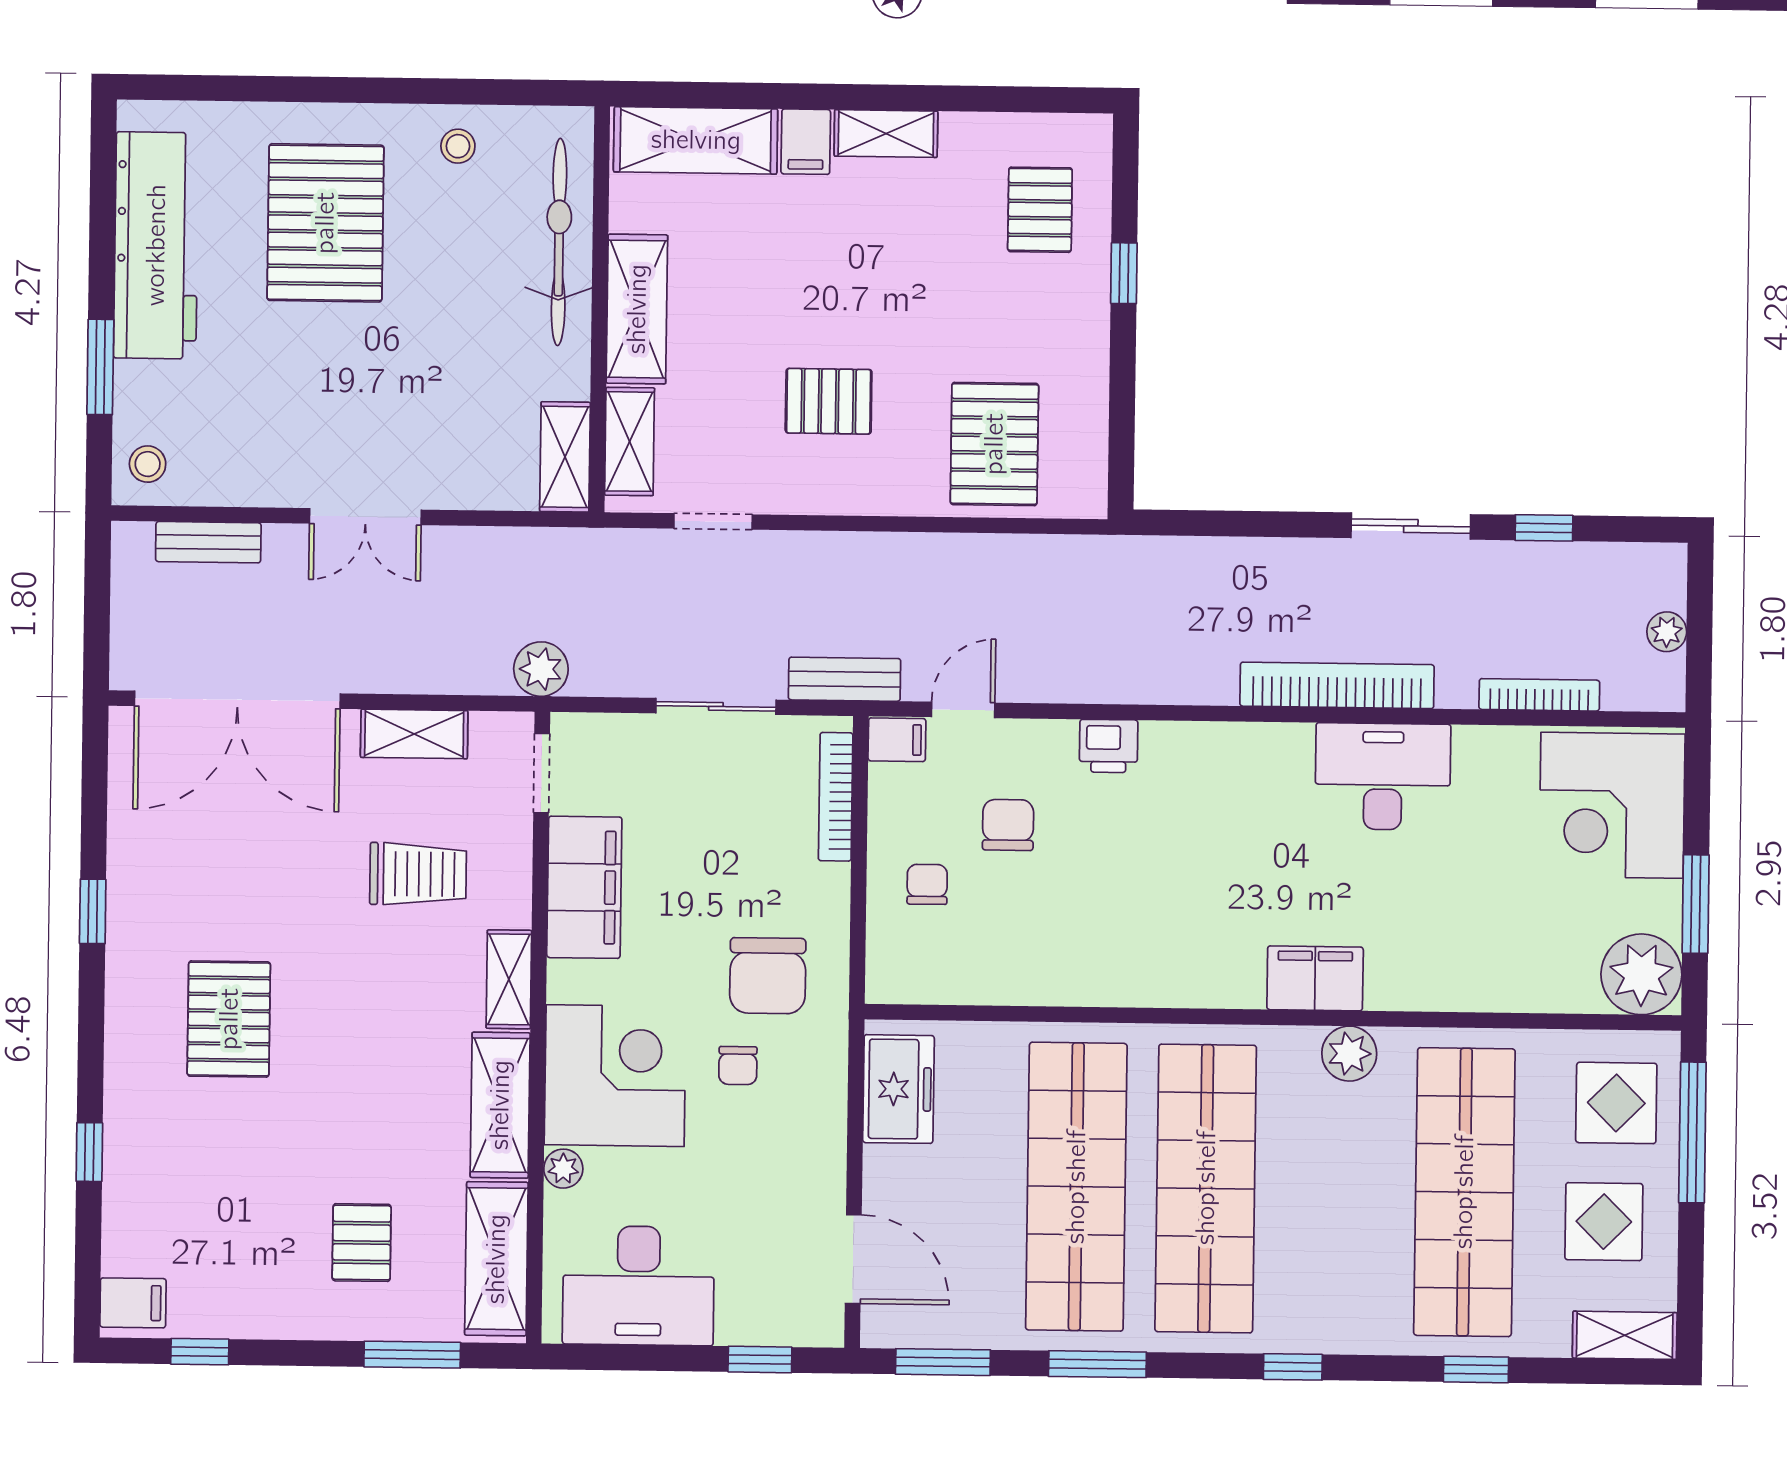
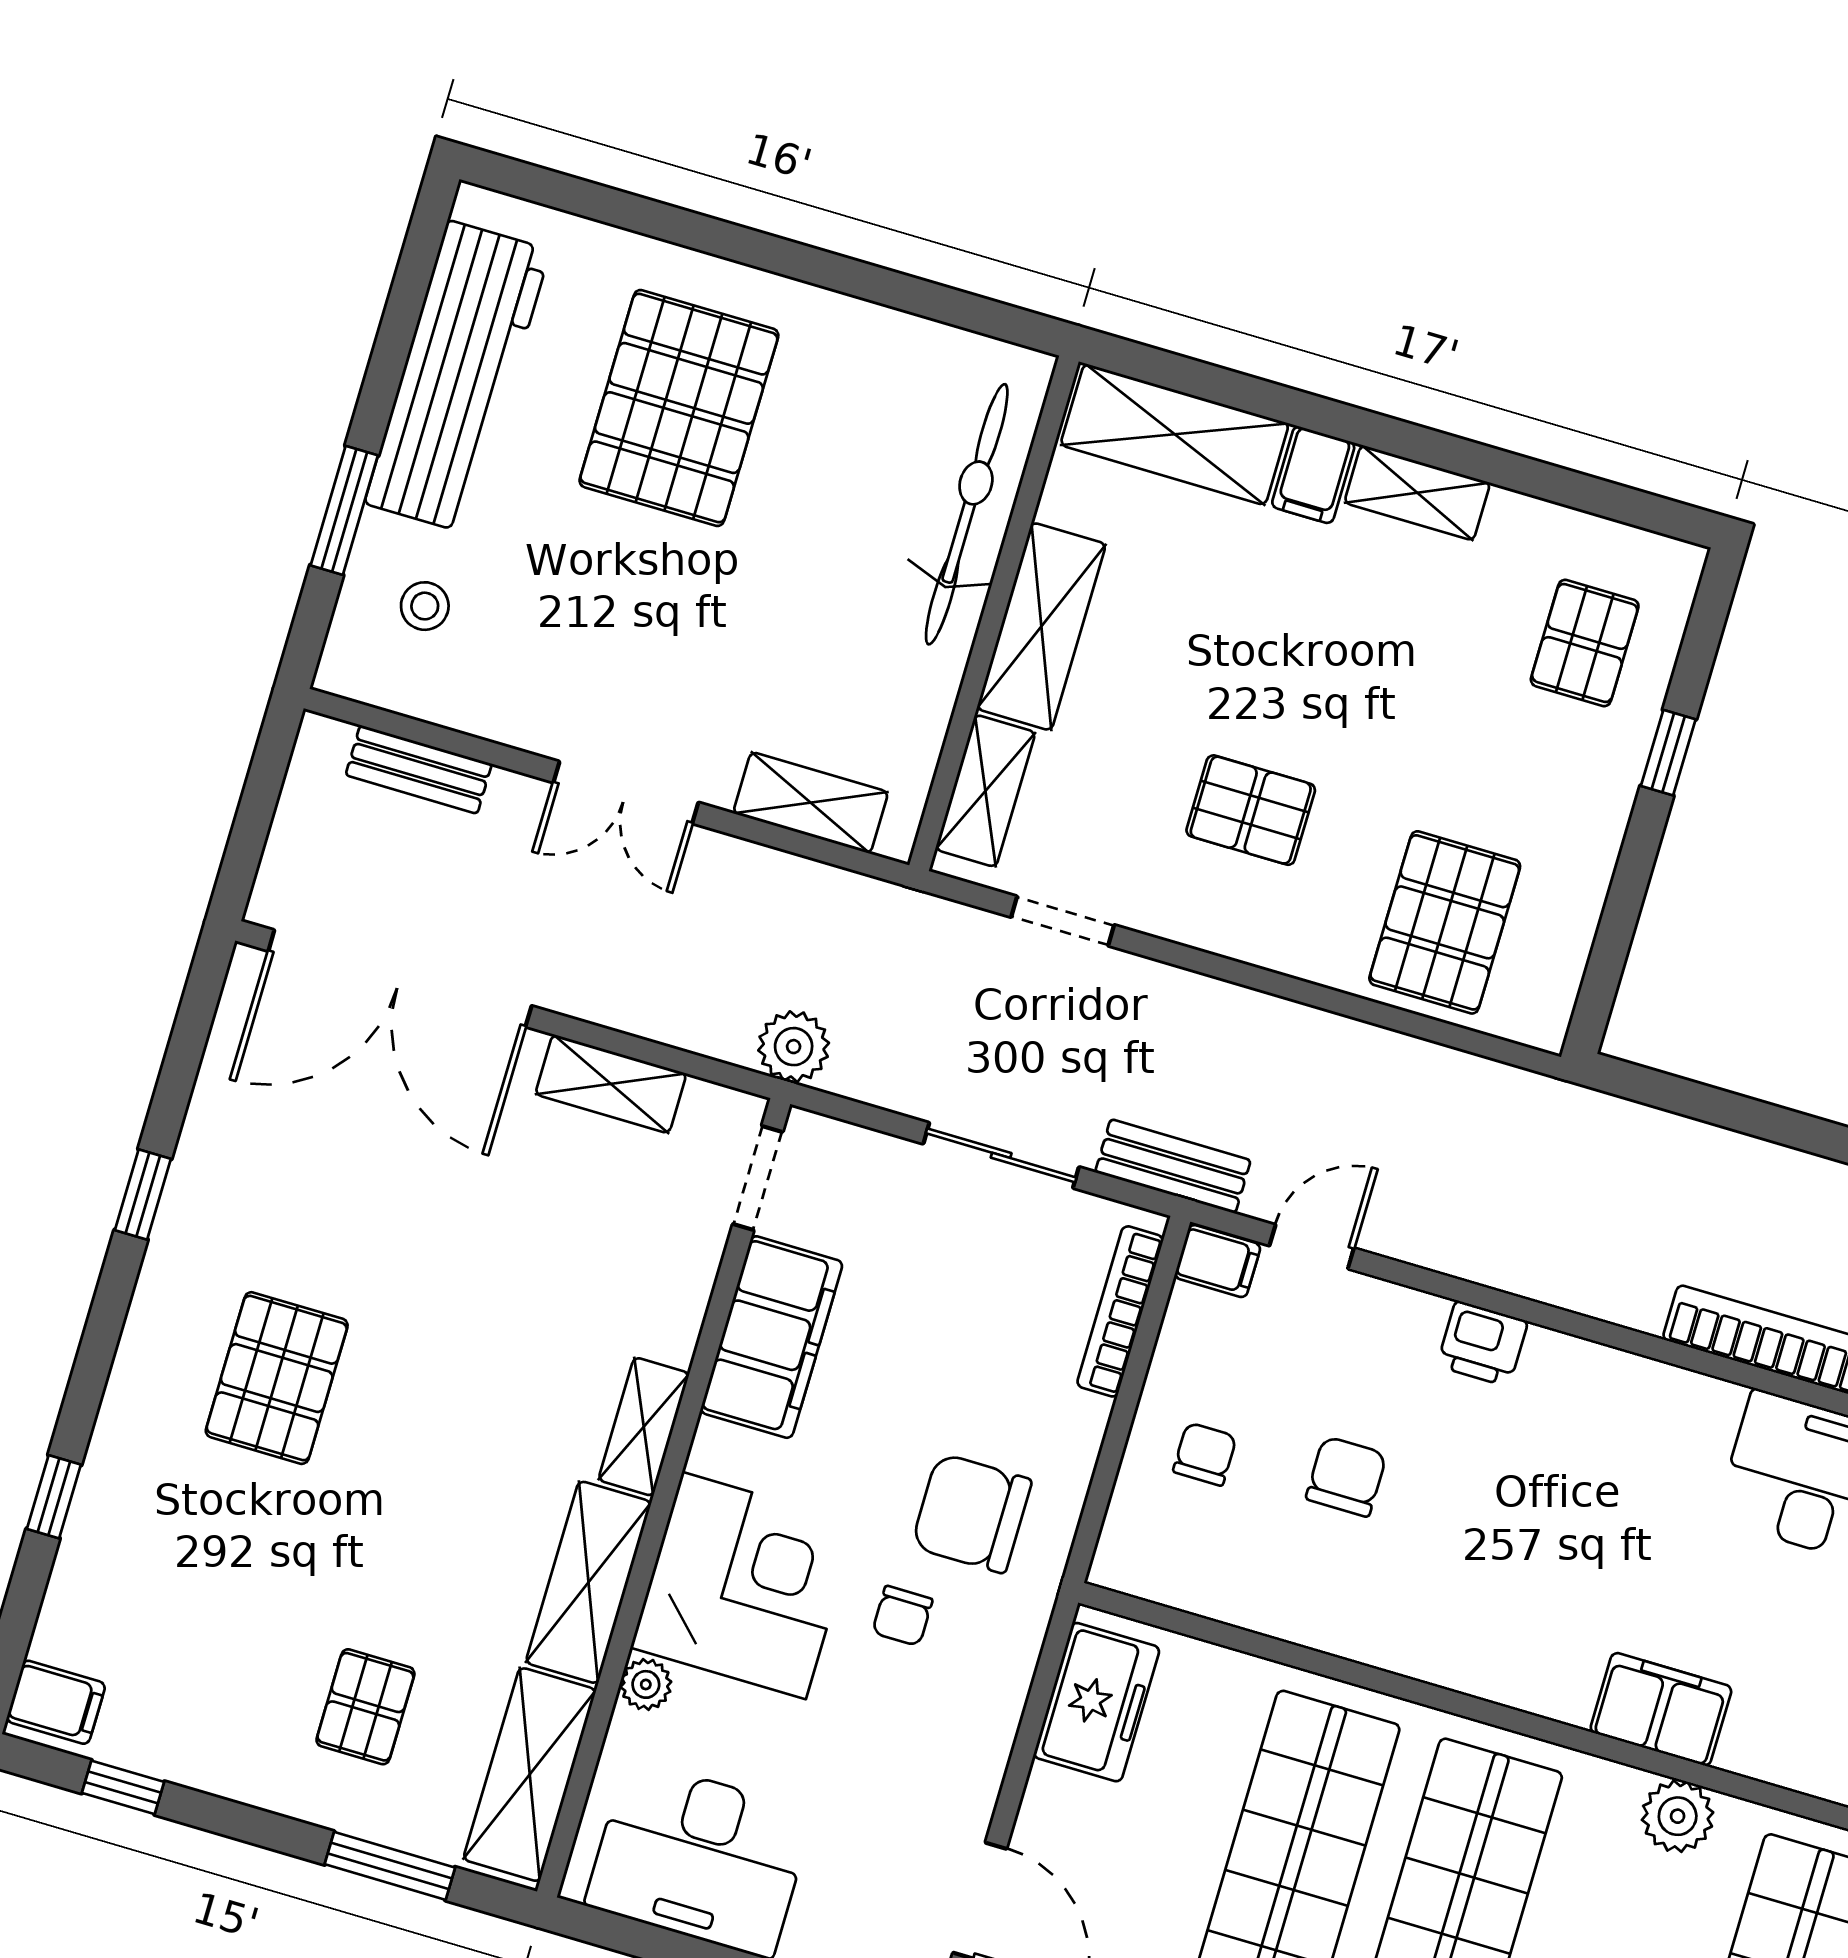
stool: (458, 146) -> (873, 358), removed
shelving: (565, 457) -> (811, 803), moved, turned 90
stool: (148, 464) -> (425, 606), moved
chair: (1008, 825) -> (1346, 1476), moved
trolley: (418, 874) -> (566, 1262), removed
chair: (768, 976) -> (972, 1513), turned 90

